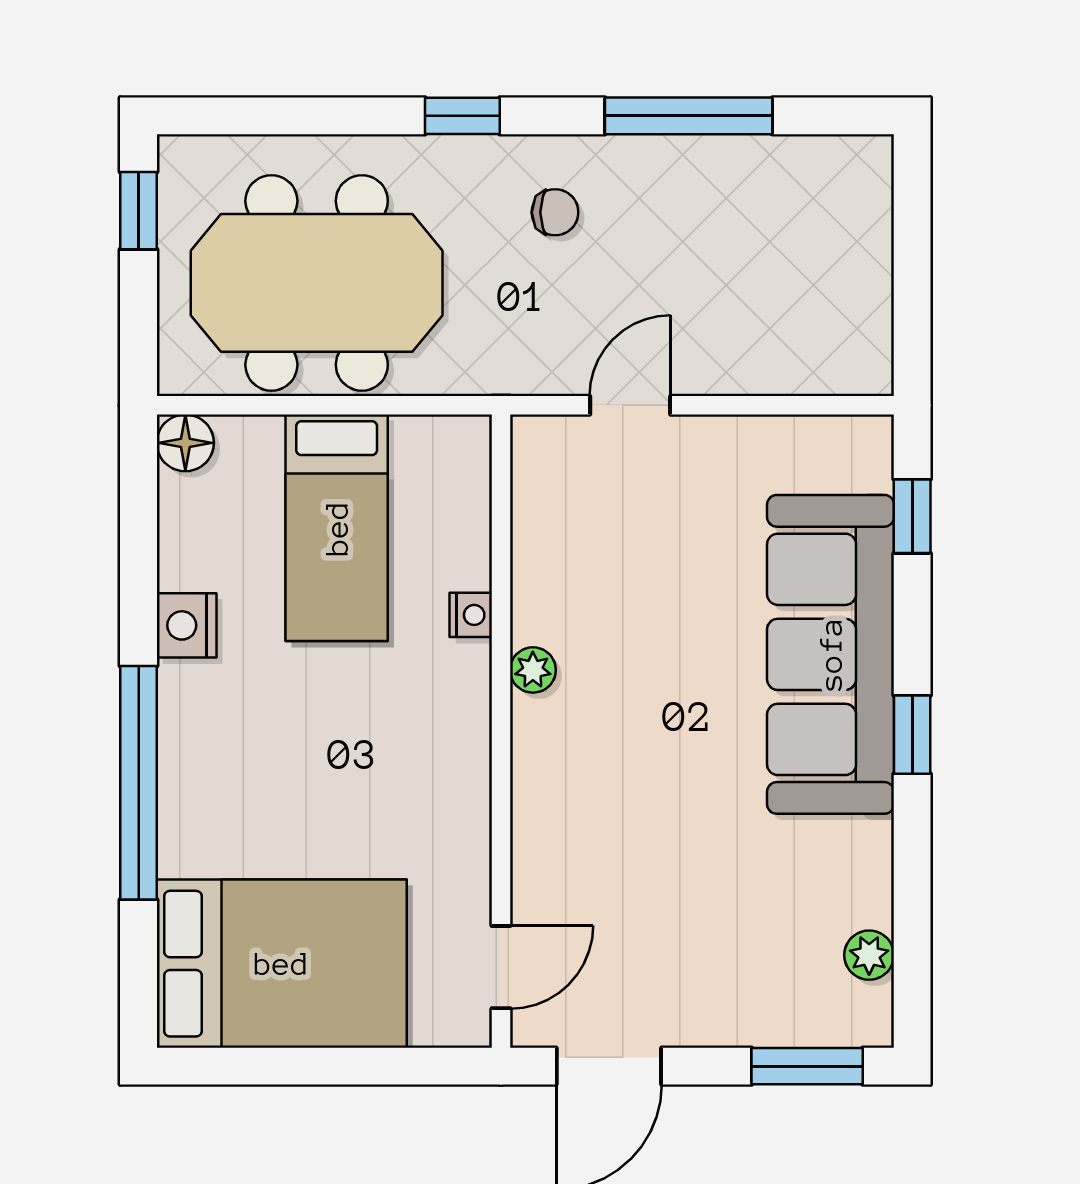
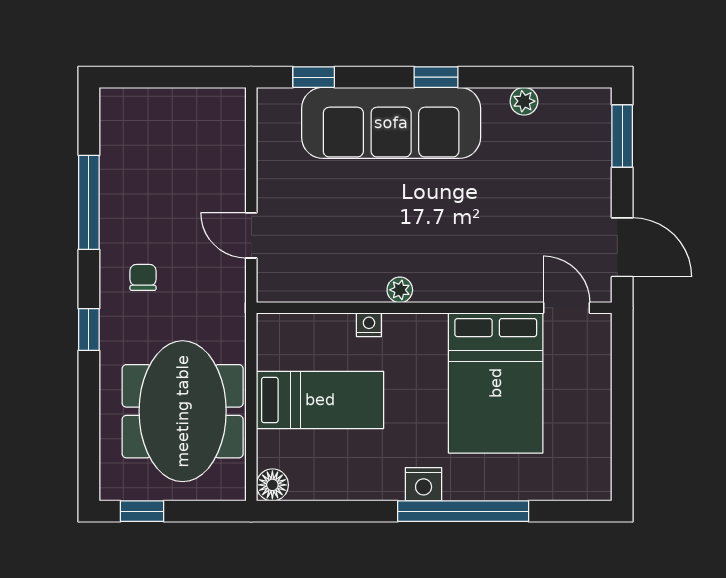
nightstand: (187, 625) -> (424, 484), moved
plant: (869, 955) -> (524, 101), moved
bed: (282, 964) -> (496, 383), moved, turned 180

